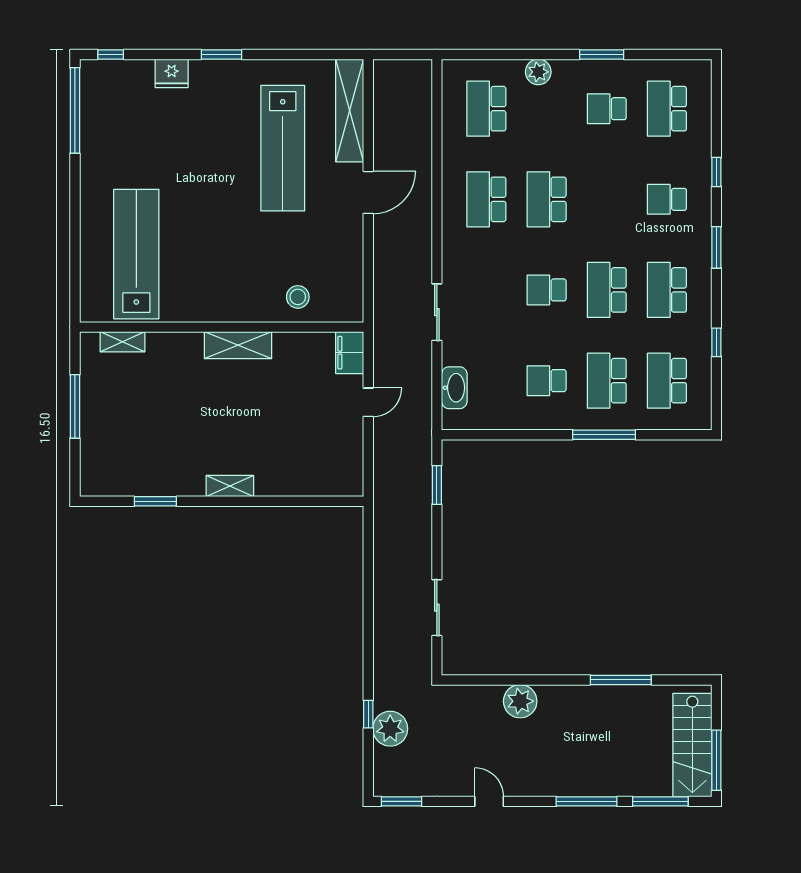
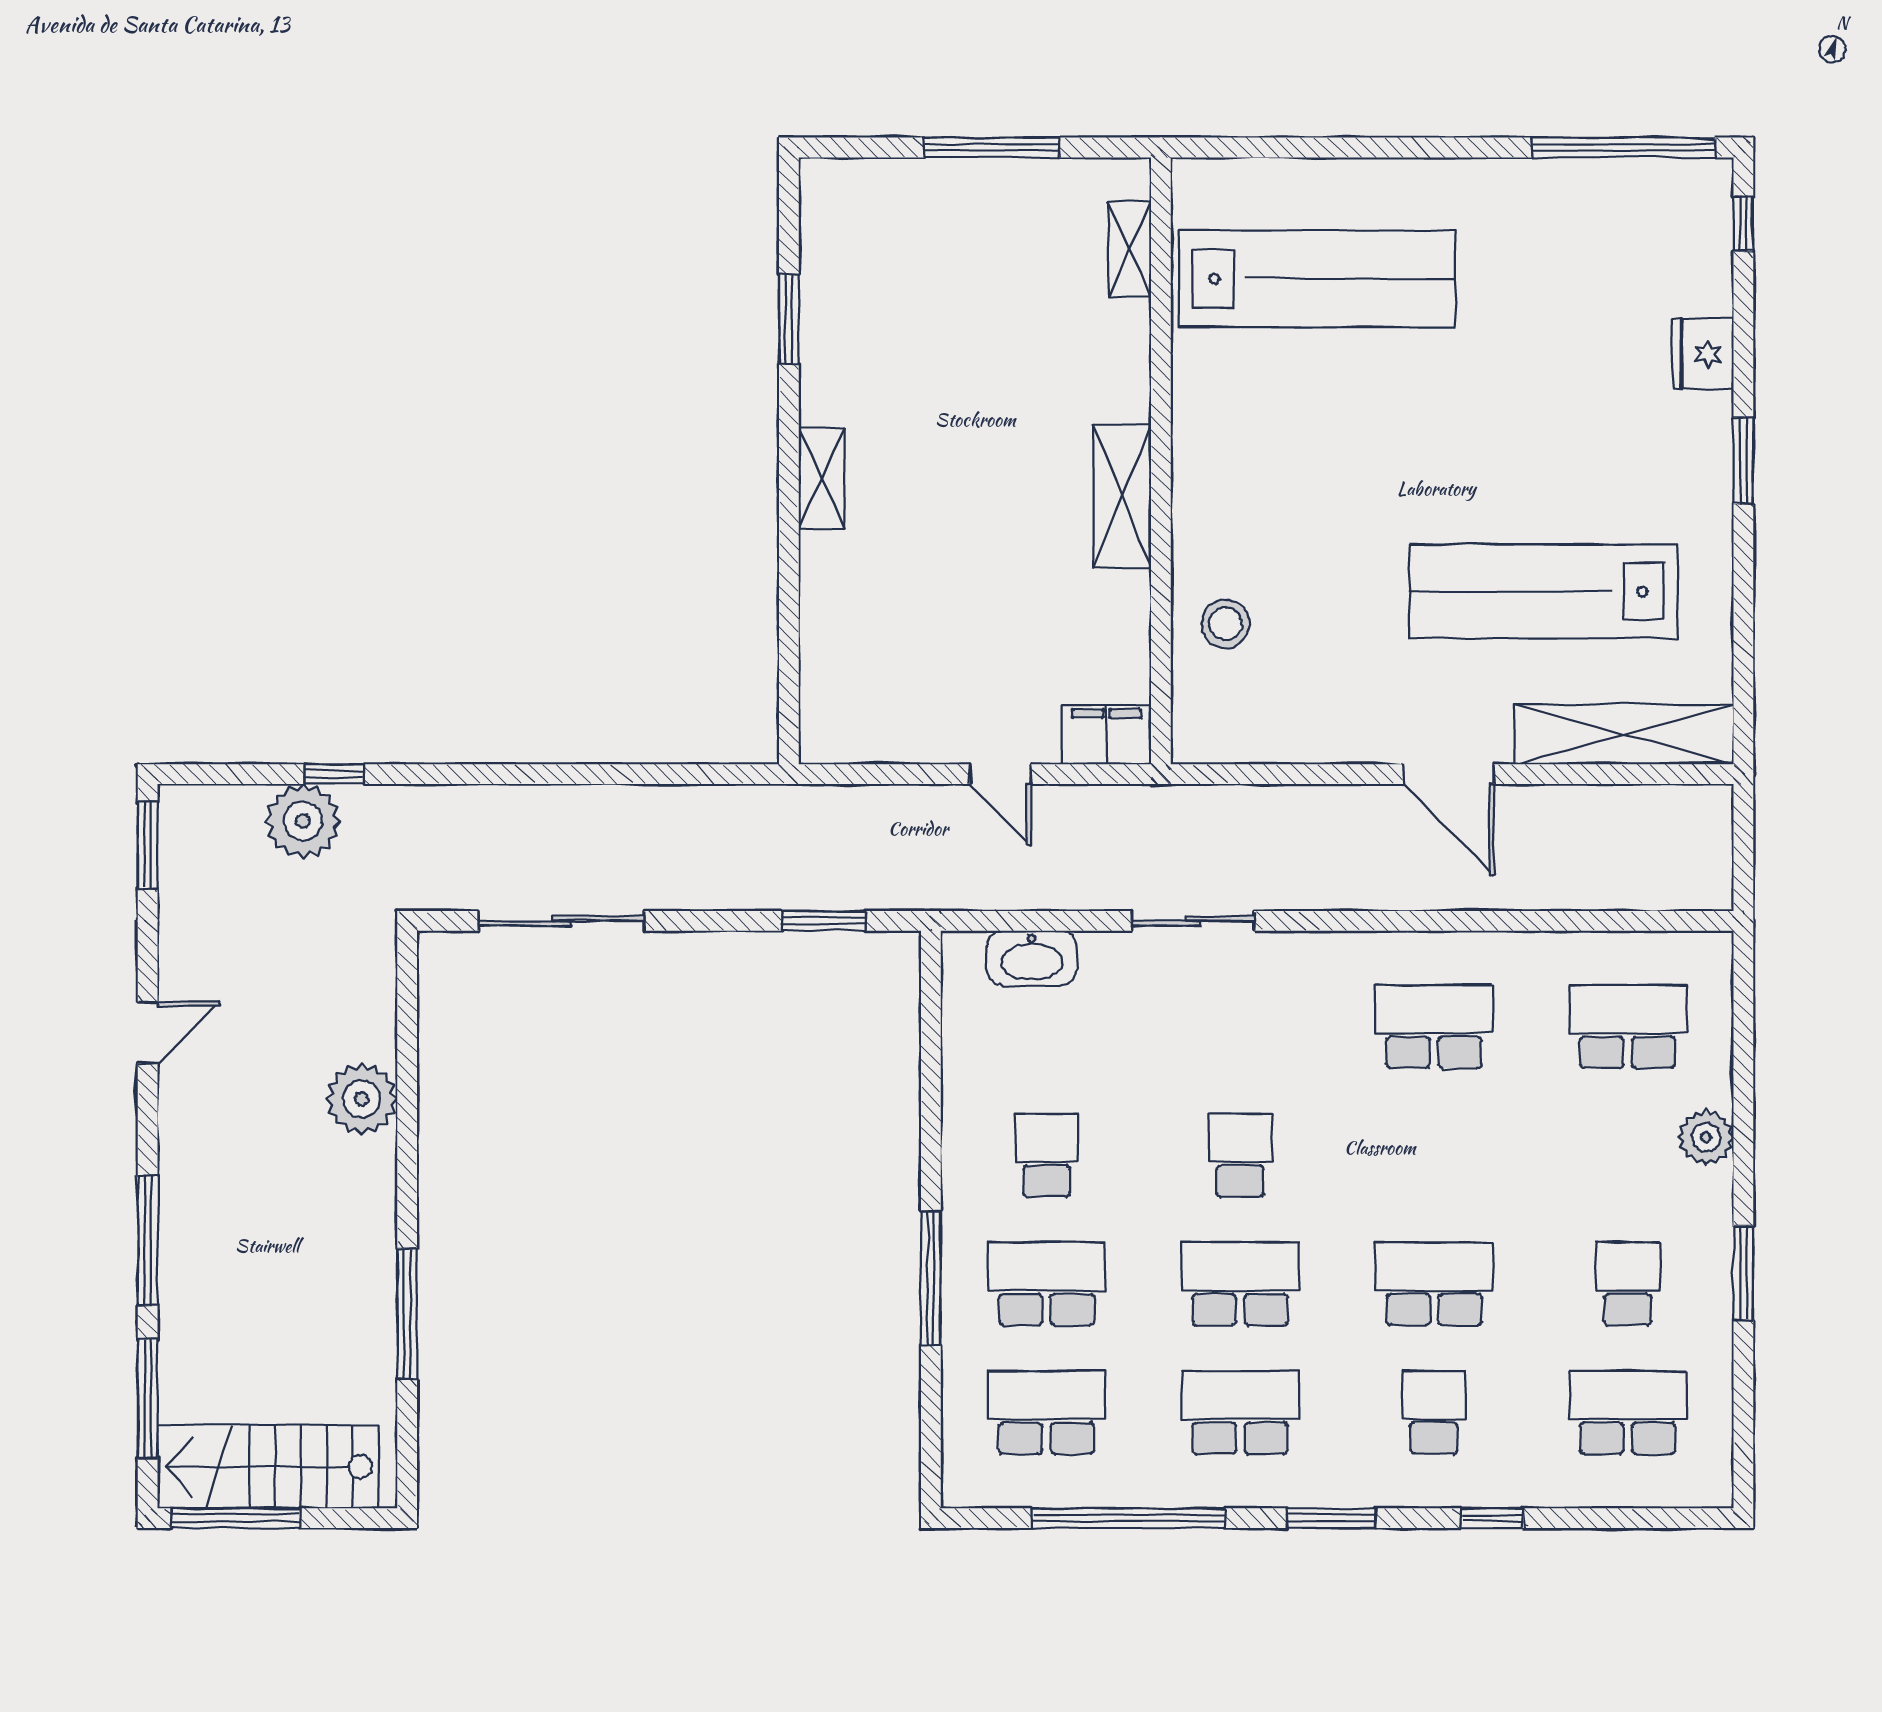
school desk: (547, 199) -> (1434, 1284), moved
window: (716, 342) -> (1128, 1518), width x3.17
sliding door: (437, 608) -> (562, 921), width x1.37

